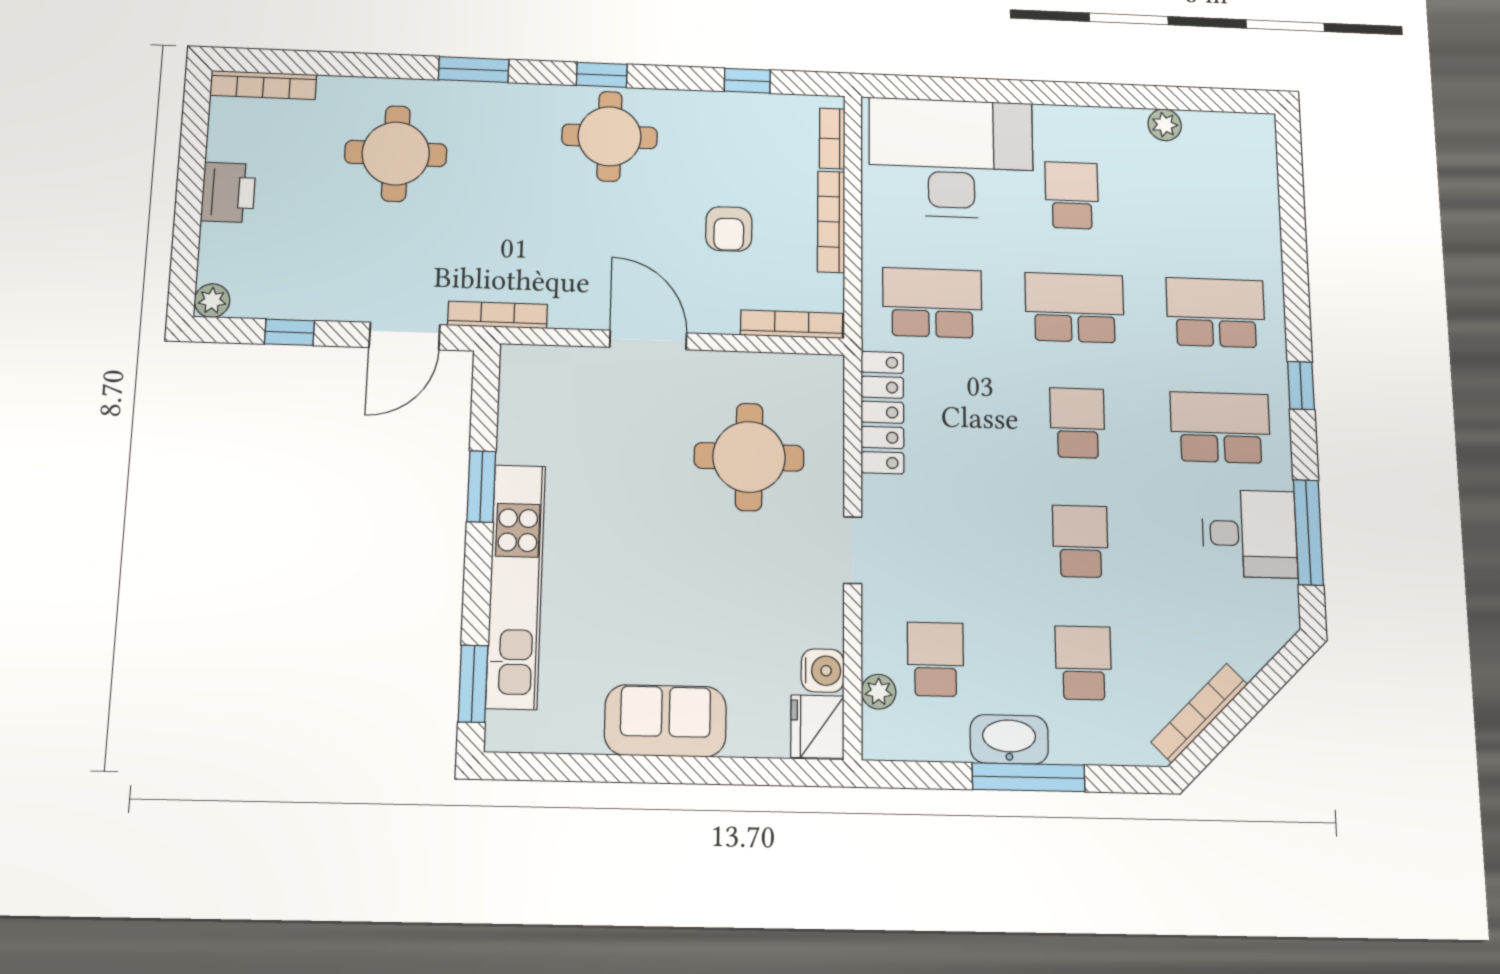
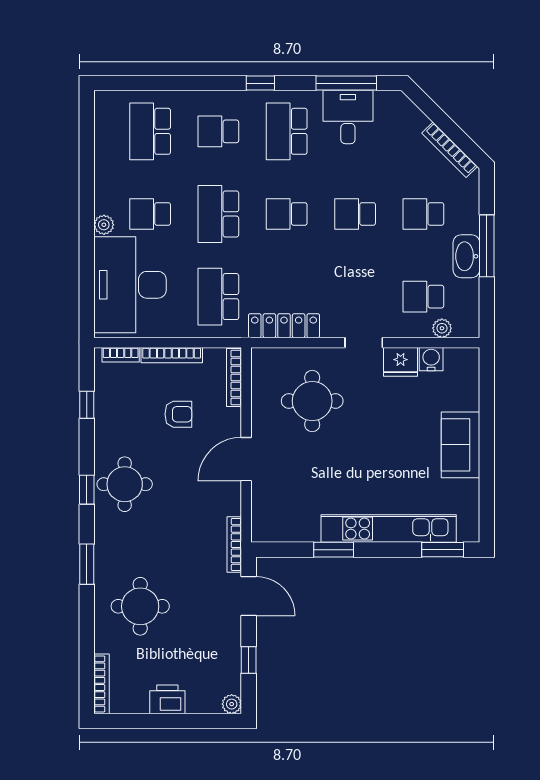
plant: (1165, 125) -> (104, 225), moved
school desk: (1211, 201) -> (150, 131), added
school desk: (1216, 313) -> (218, 131), width x0.54
fridge: (817, 727) -> (401, 362), moved

